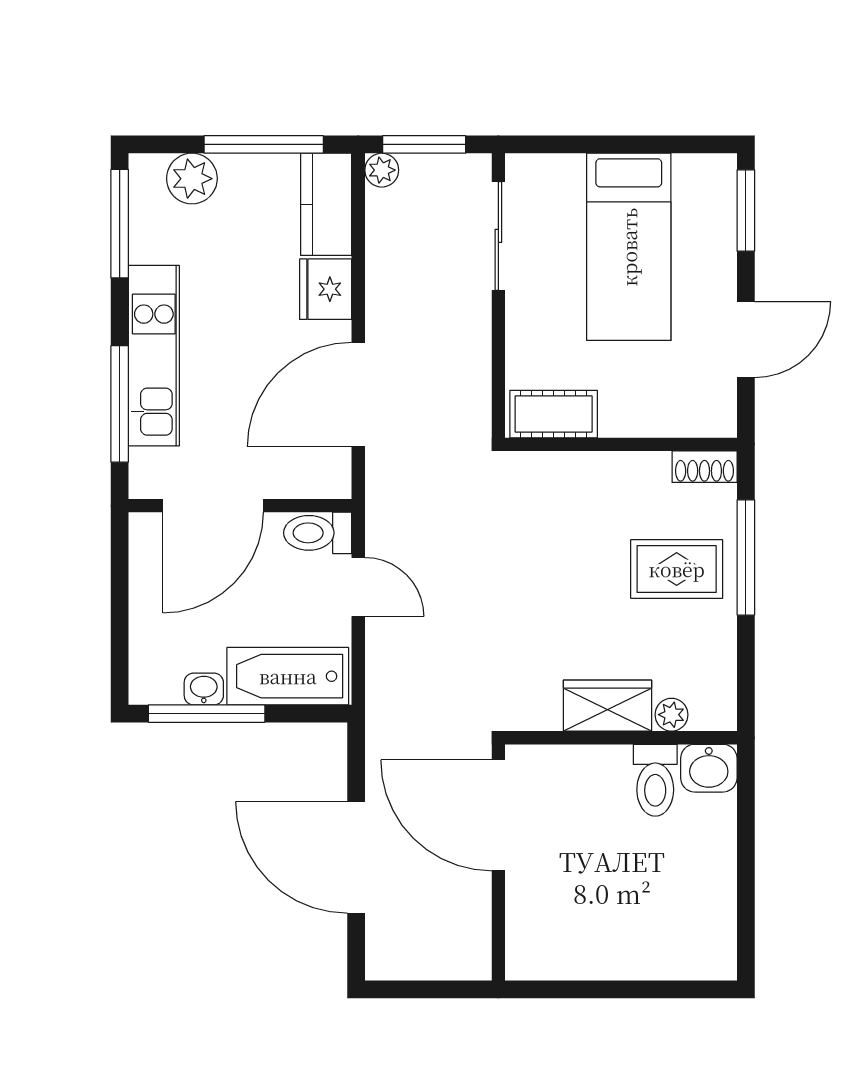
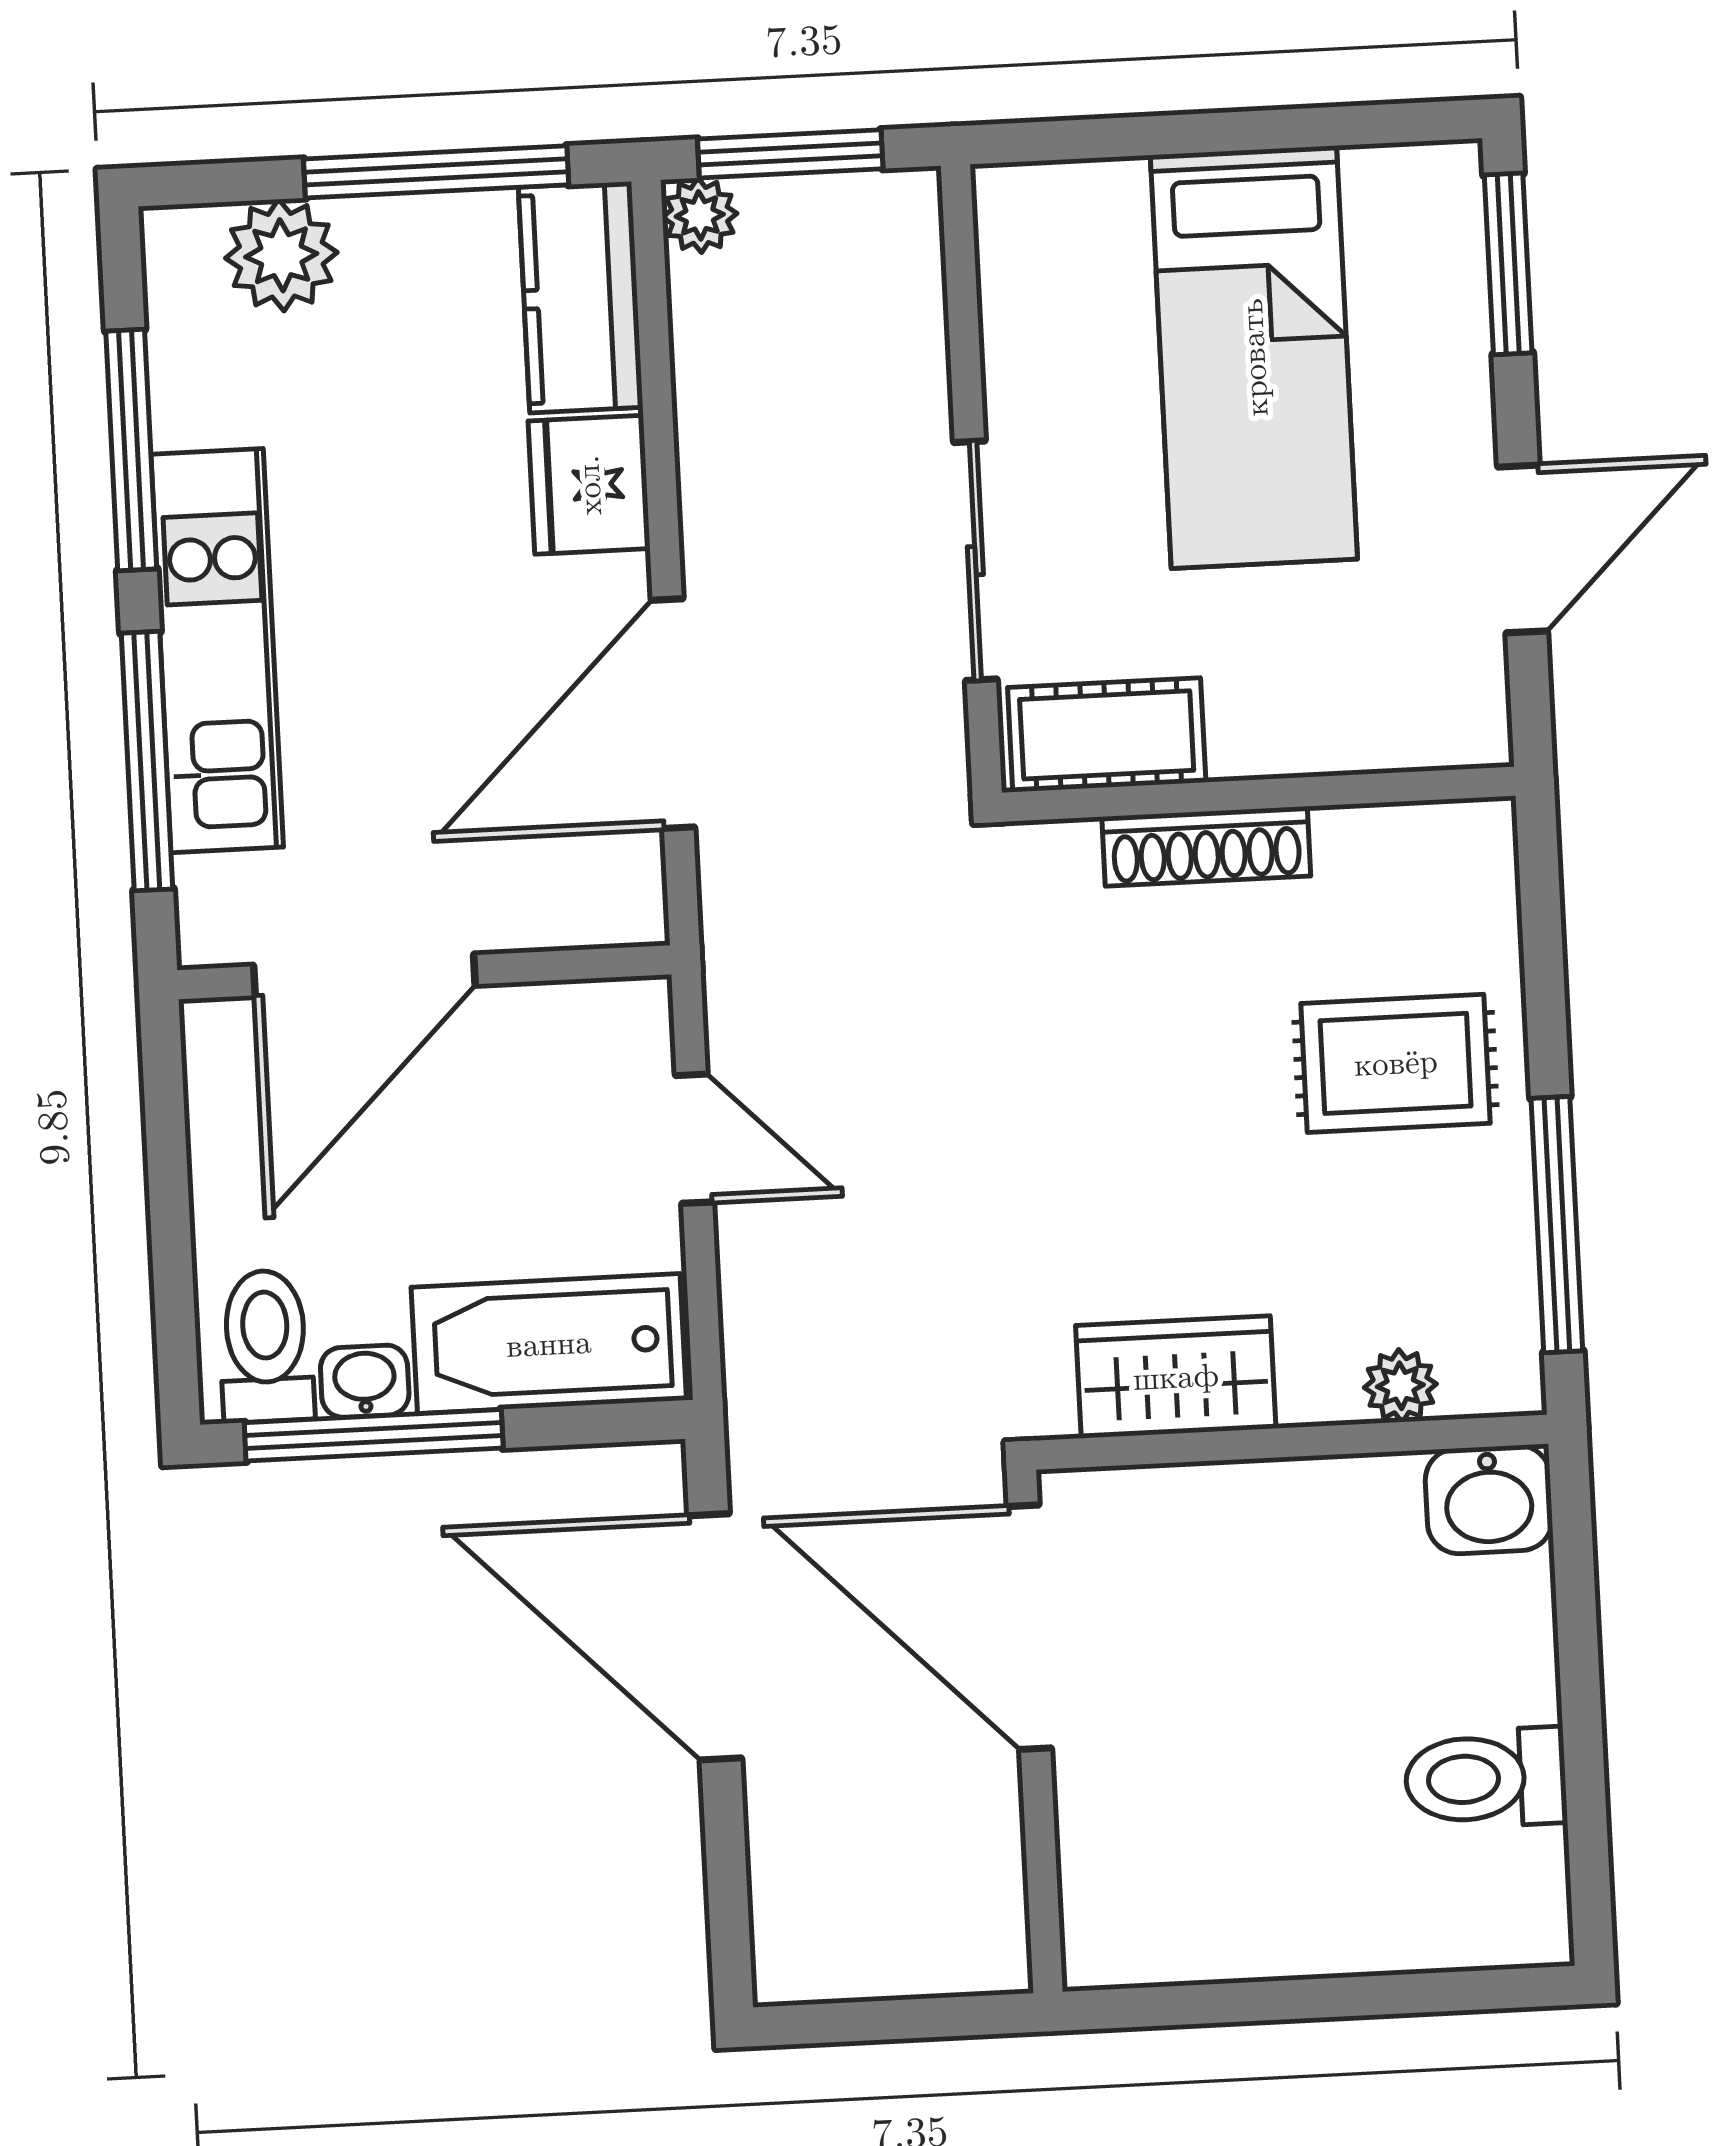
window: (120, 224) -> (131, 450), moved
sliding door: (498, 236) -> (975, 561), moved
shoe rack: (705, 467) -> (1206, 846), moved, width x1.43
toilet: (318, 533) -> (266, 1346), moved, turned 90
window: (746, 557) -> (1557, 1225), moved
wardrobe: (607, 706) -> (1176, 1377), moved
toilet: (655, 780) -> (1486, 1778), moved, turned 90
door: (356, 857) -> (715, 1637), moved

